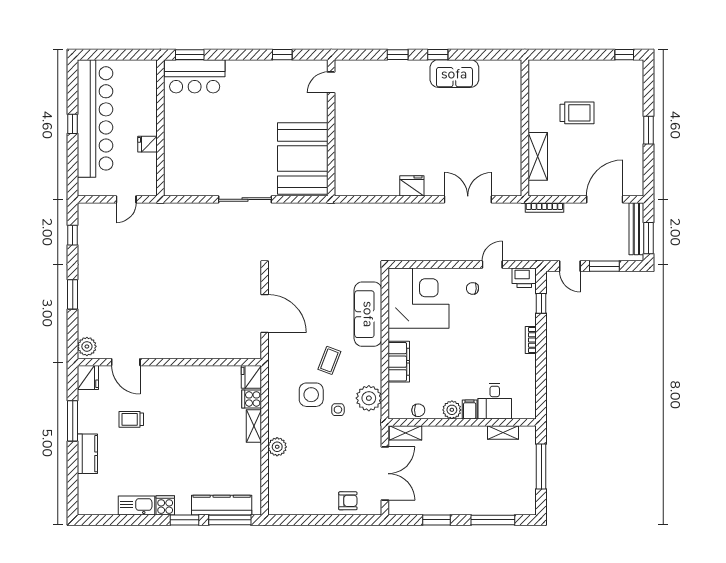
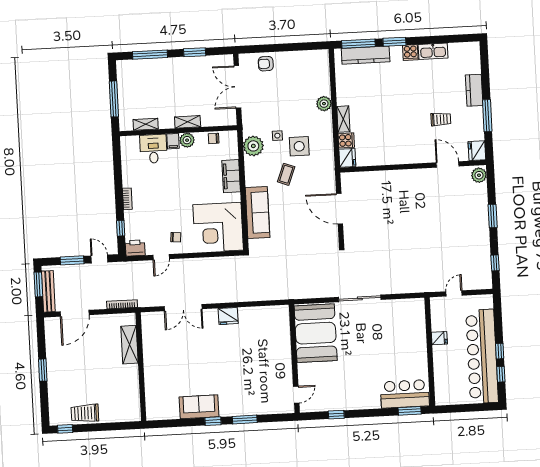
window: (398, 55) -> (245, 419), width x1.50
window: (73, 95) -> (501, 374), added
trolley: (577, 113) -> (85, 413), moved
shelving: (405, 433) -> (188, 122), moved

